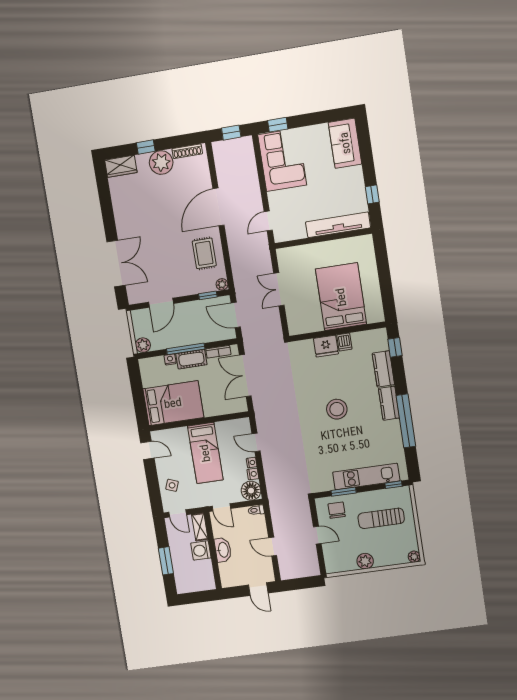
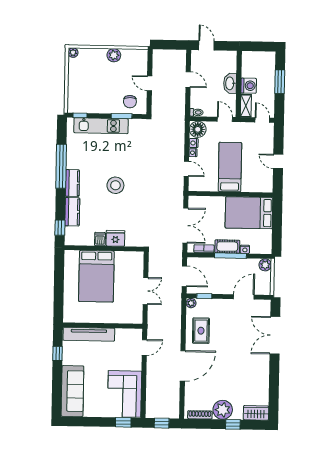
sofa: (345, 143) -> (72, 391), width x1.36
door: (147, 450) -> (278, 161), moved
side table: (172, 485) -> (263, 144), removed
sun lounger: (381, 518) -> (95, 89), removed

